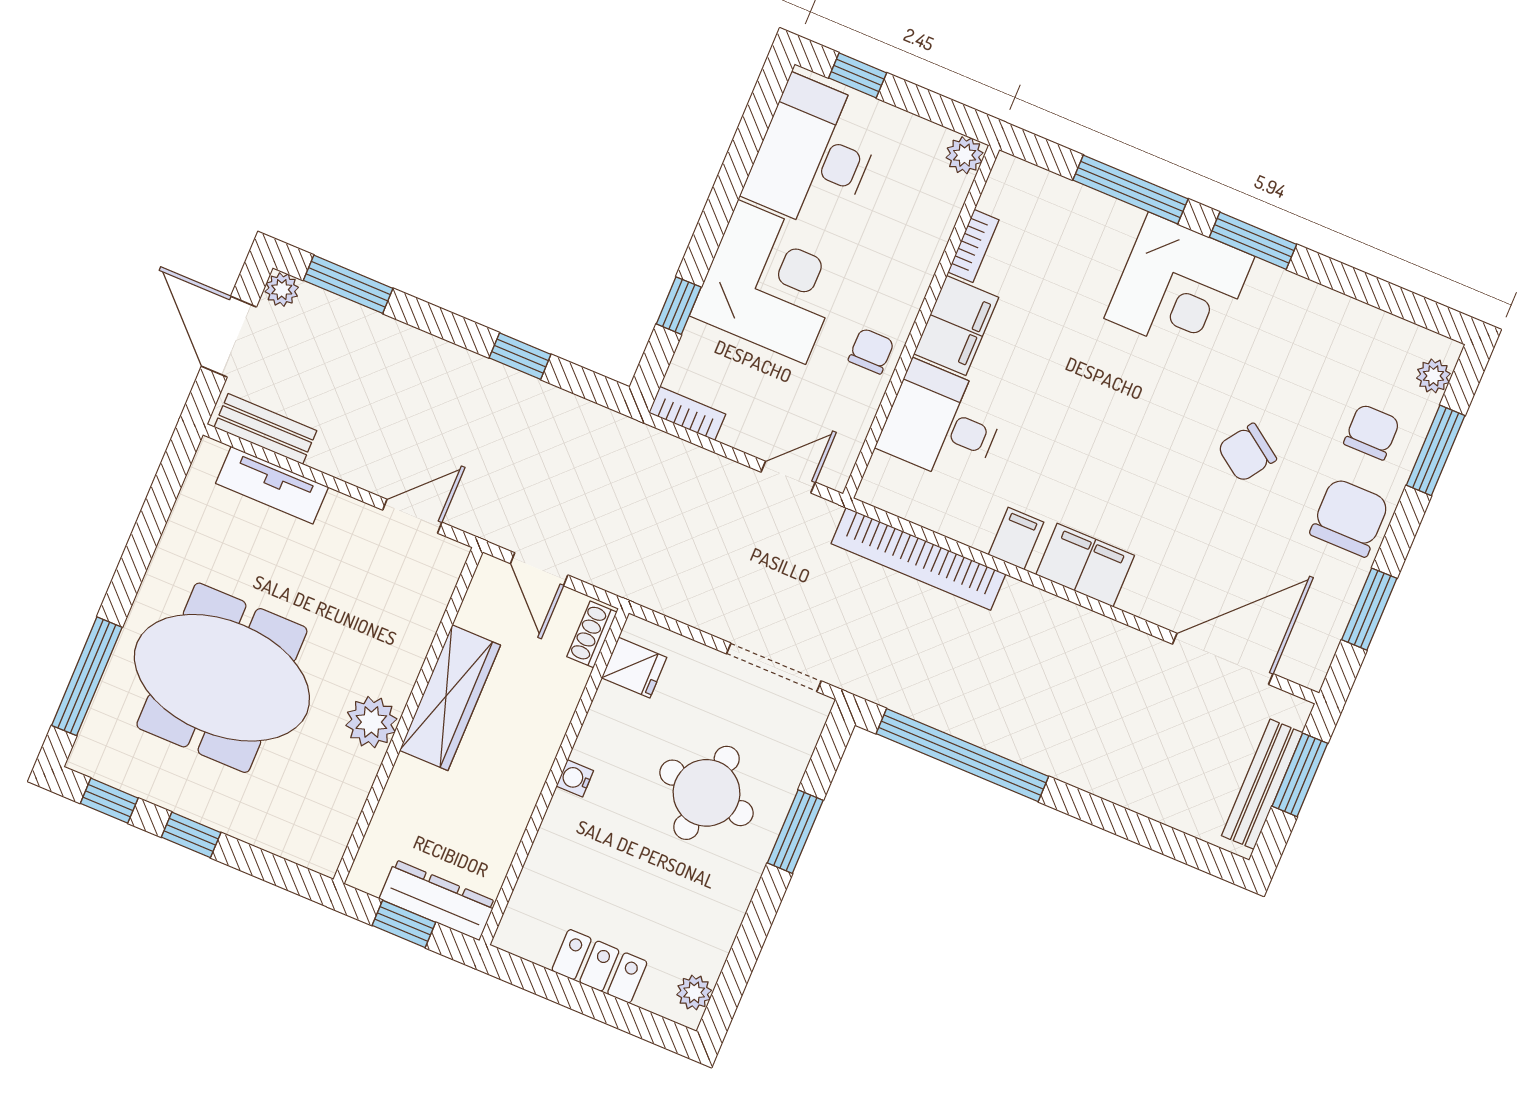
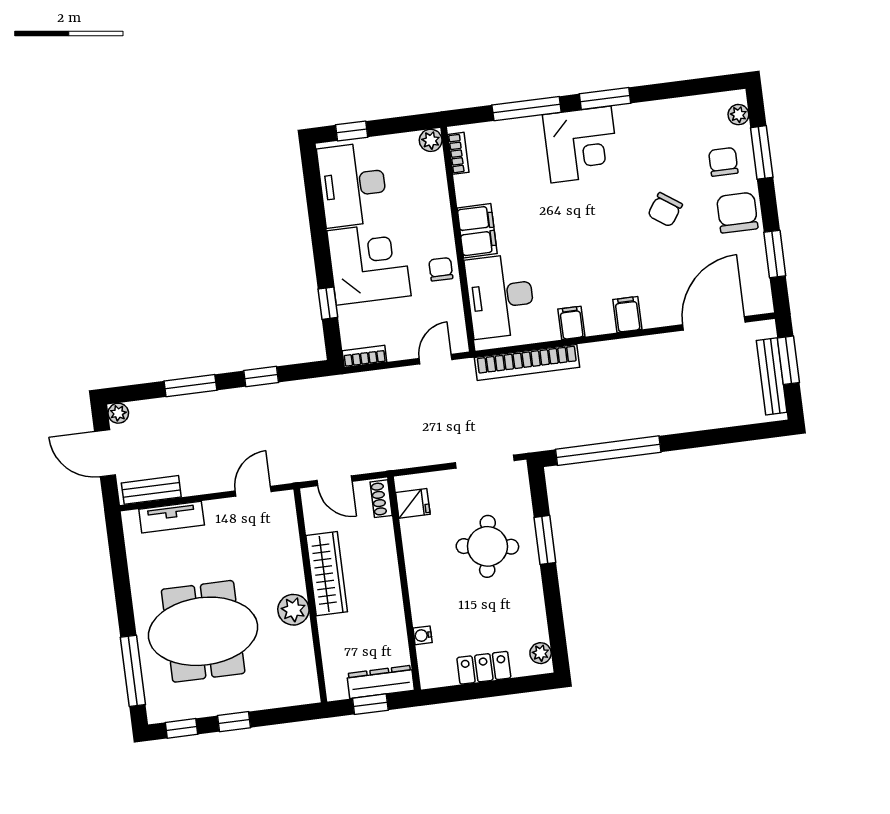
bookcase: (974, 246) -> (458, 153), moved
window: (348, 284) -> (190, 386), moved
desk: (942, 423) -> (500, 296), width x1.37
filing cabinet: (1085, 565) -> (627, 314), width x0.50
water cooler: (575, 778) -> (423, 635), moved

